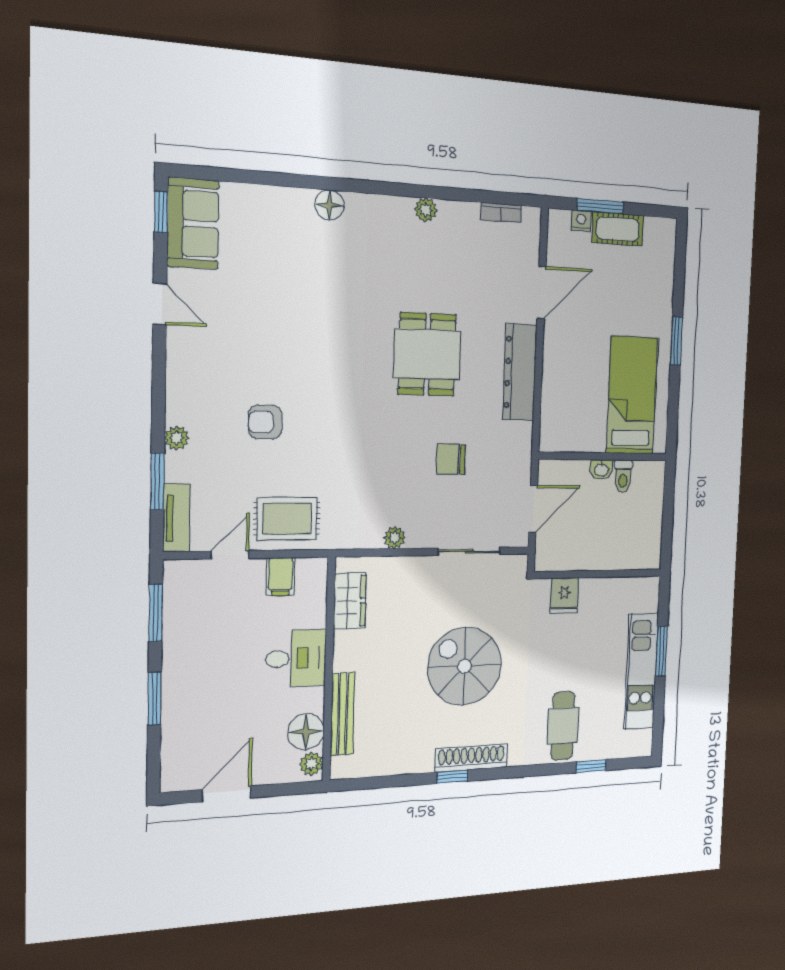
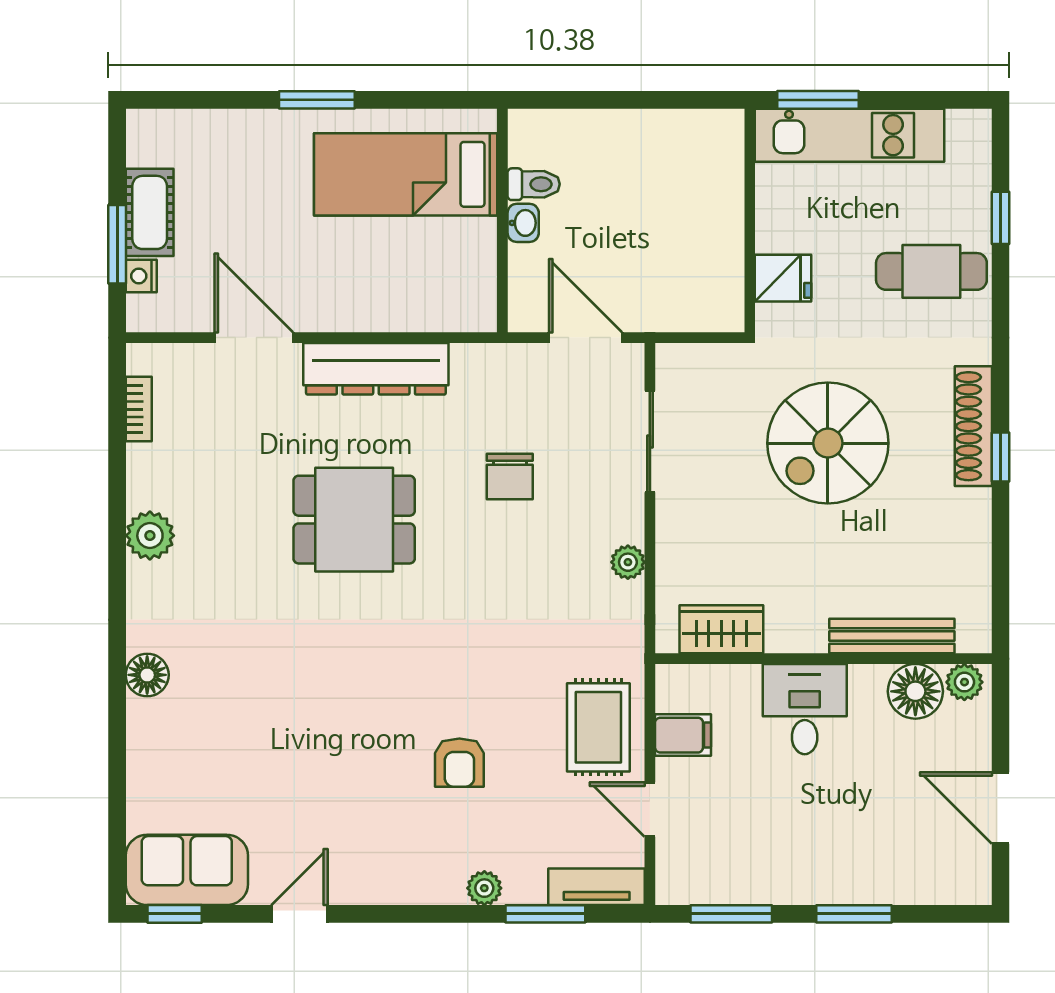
plant: (426, 210) -> (150, 536), width x1.38, depth x1.38
wall: (598, 574) -> (750, 220), moved
fridge: (564, 596) -> (783, 278), moved

